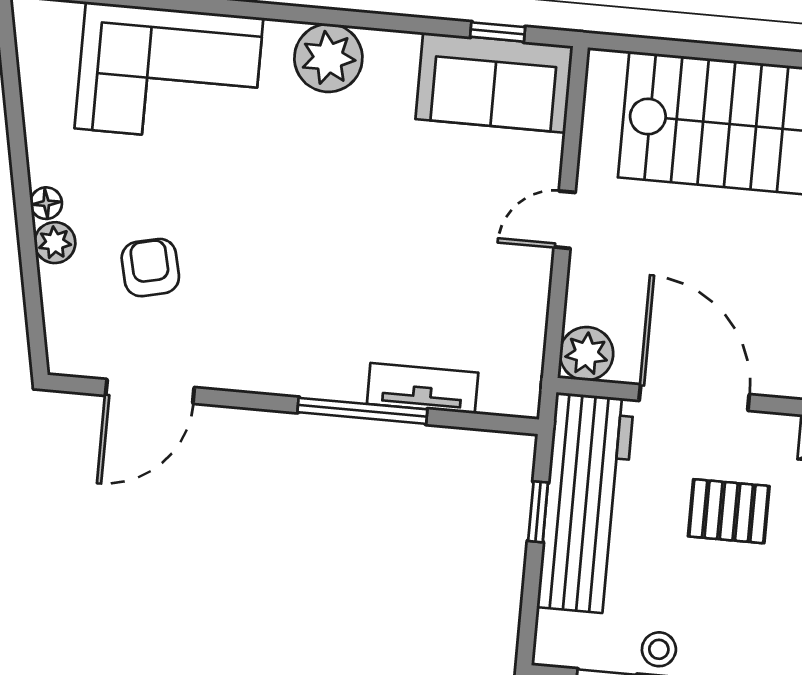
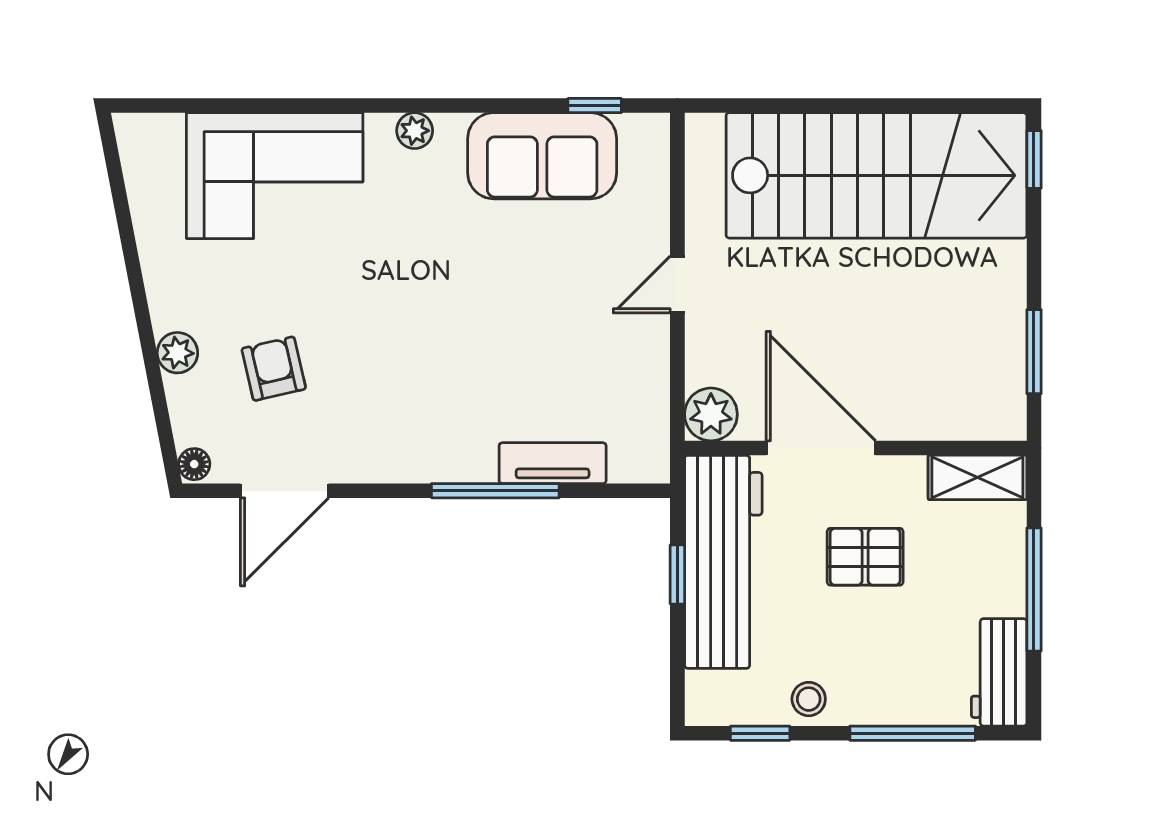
plant: (328, 58) -> (415, 131), width x0.53, depth x0.53
sofa: (494, 83) -> (542, 156), moved
floor lamp: (46, 203) -> (194, 464), moved

